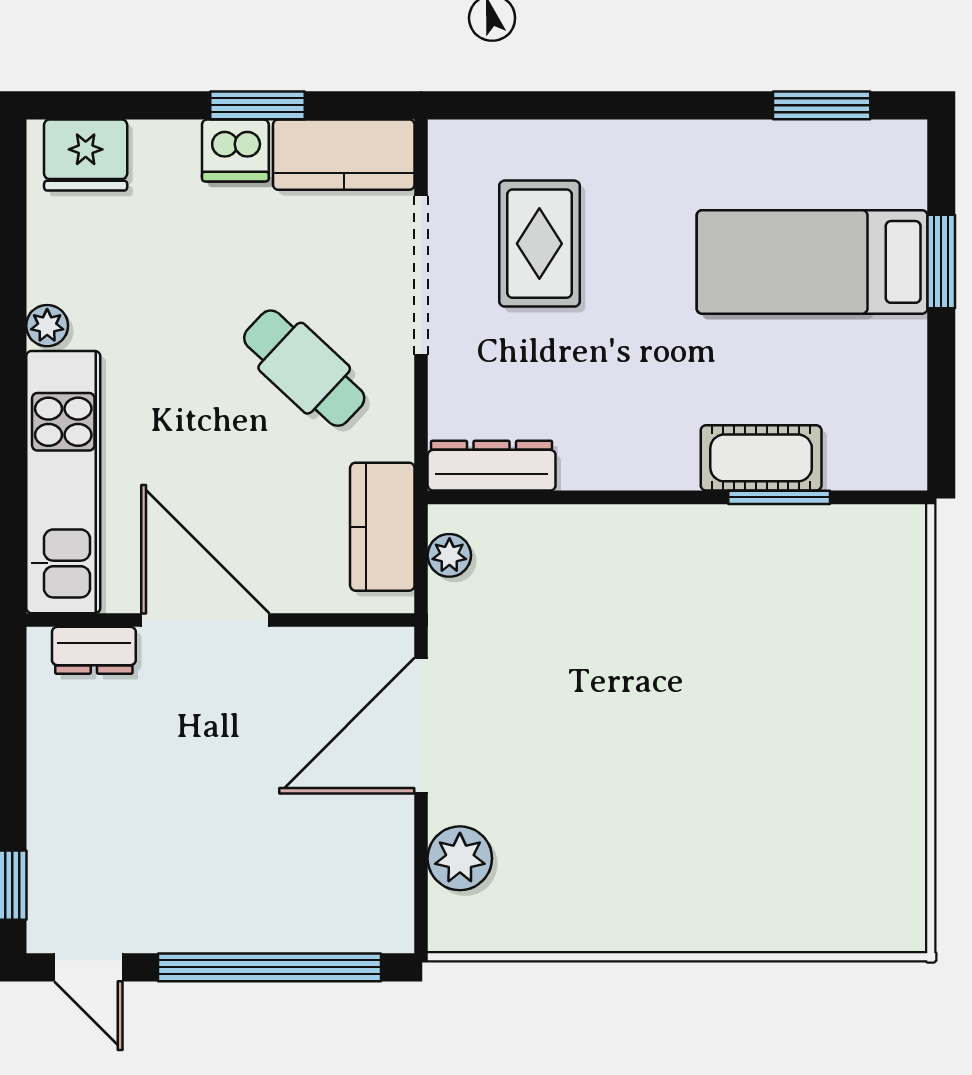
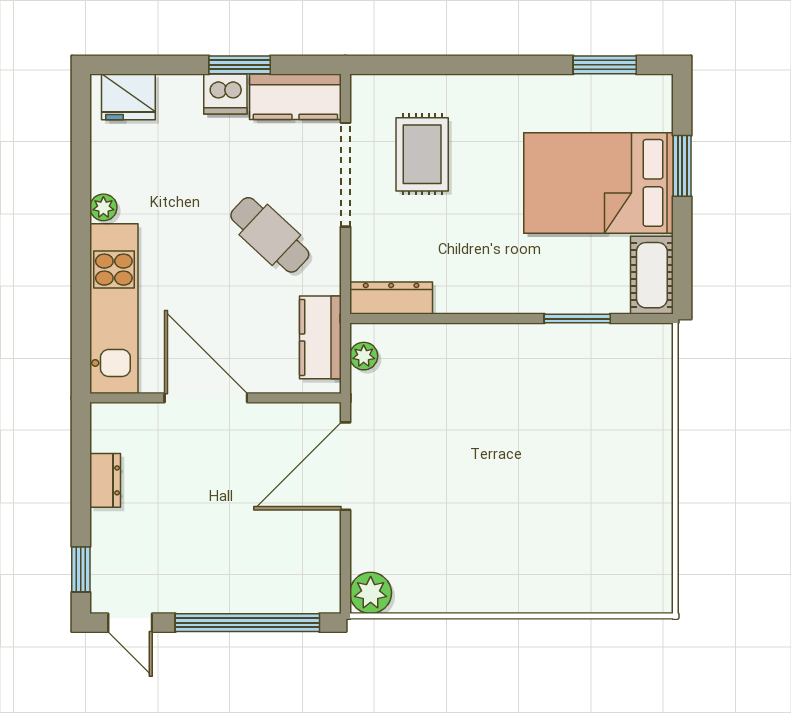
bed: (812, 262) -> (599, 183), width x1.50
cot: (761, 458) -> (652, 275), moved, turned 90
dresser: (94, 650) -> (105, 480), moved, turned -90
plant: (460, 858) -> (371, 593), moved

